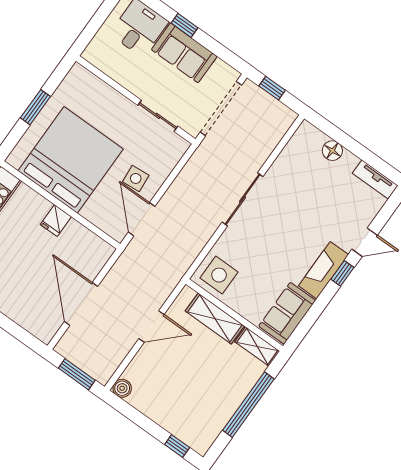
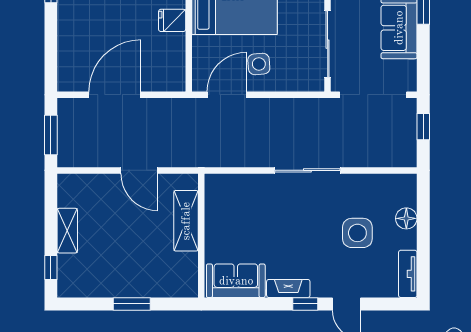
sliding door: (158, 116) -> (328, 44), width x1.37
fireplace: (324, 270) -> (288, 288), width x0.73, depth x0.76
side table: (219, 275) -> (357, 233), moved
shelving: (257, 346) -> (67, 231), moved
boiler: (122, 388) -> (67, 183), removed
window: (248, 405) -> (132, 304), width x0.47

